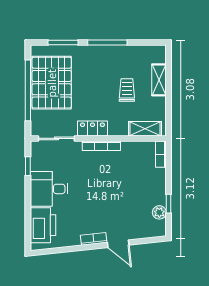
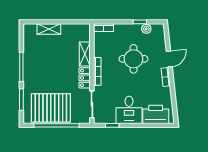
trolley: (127, 90) -> (56, 53), removed
shelving: (145, 129) -> (85, 54), moved
round table: (118, 195) -> (133, 59), added

